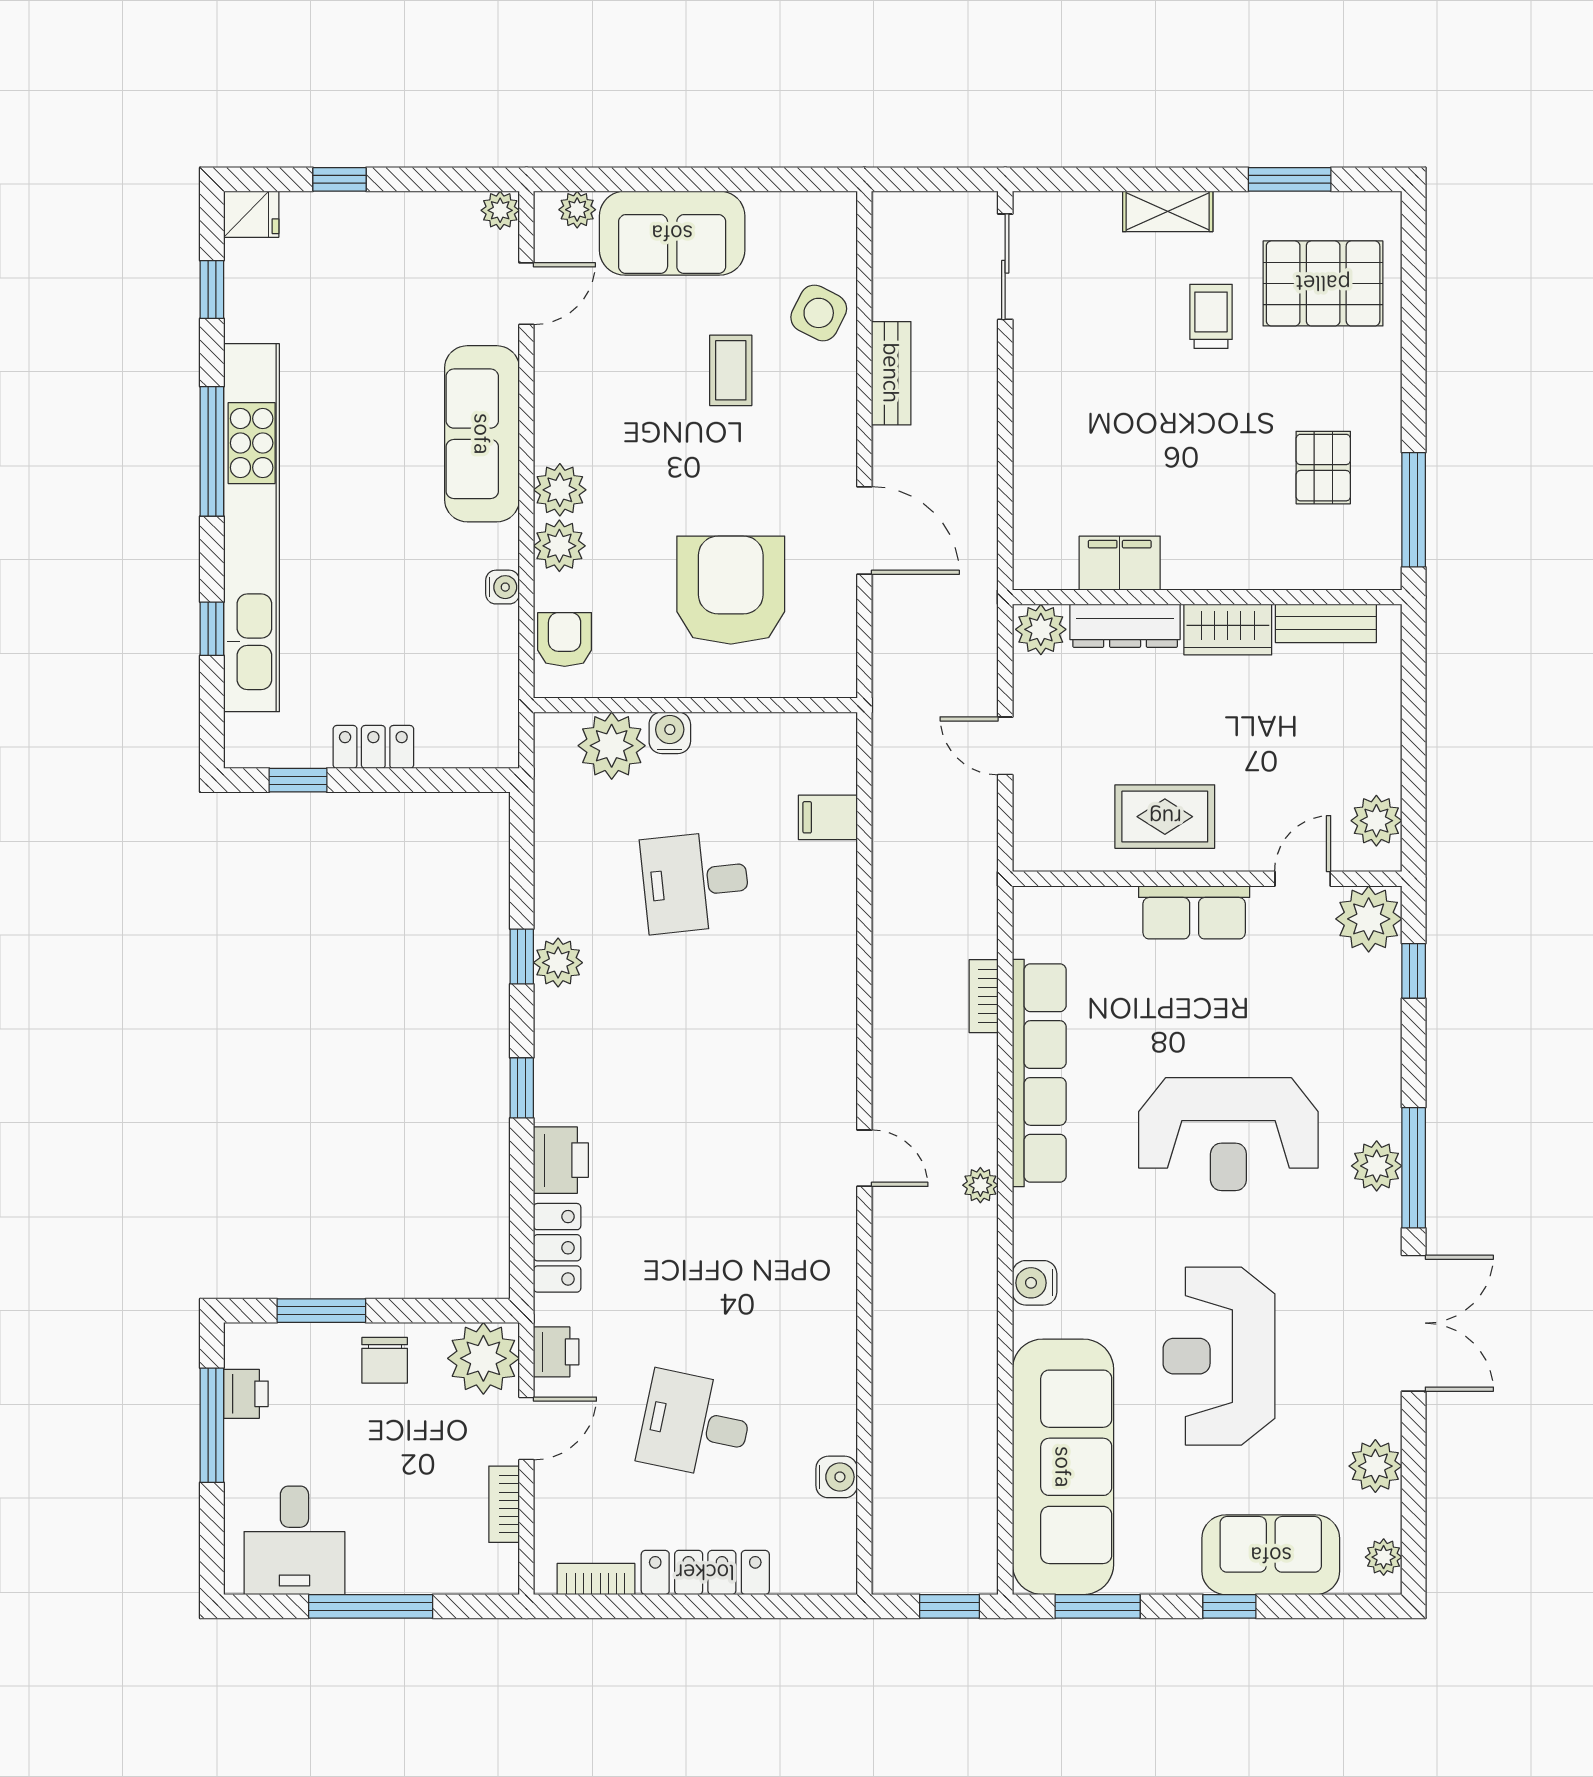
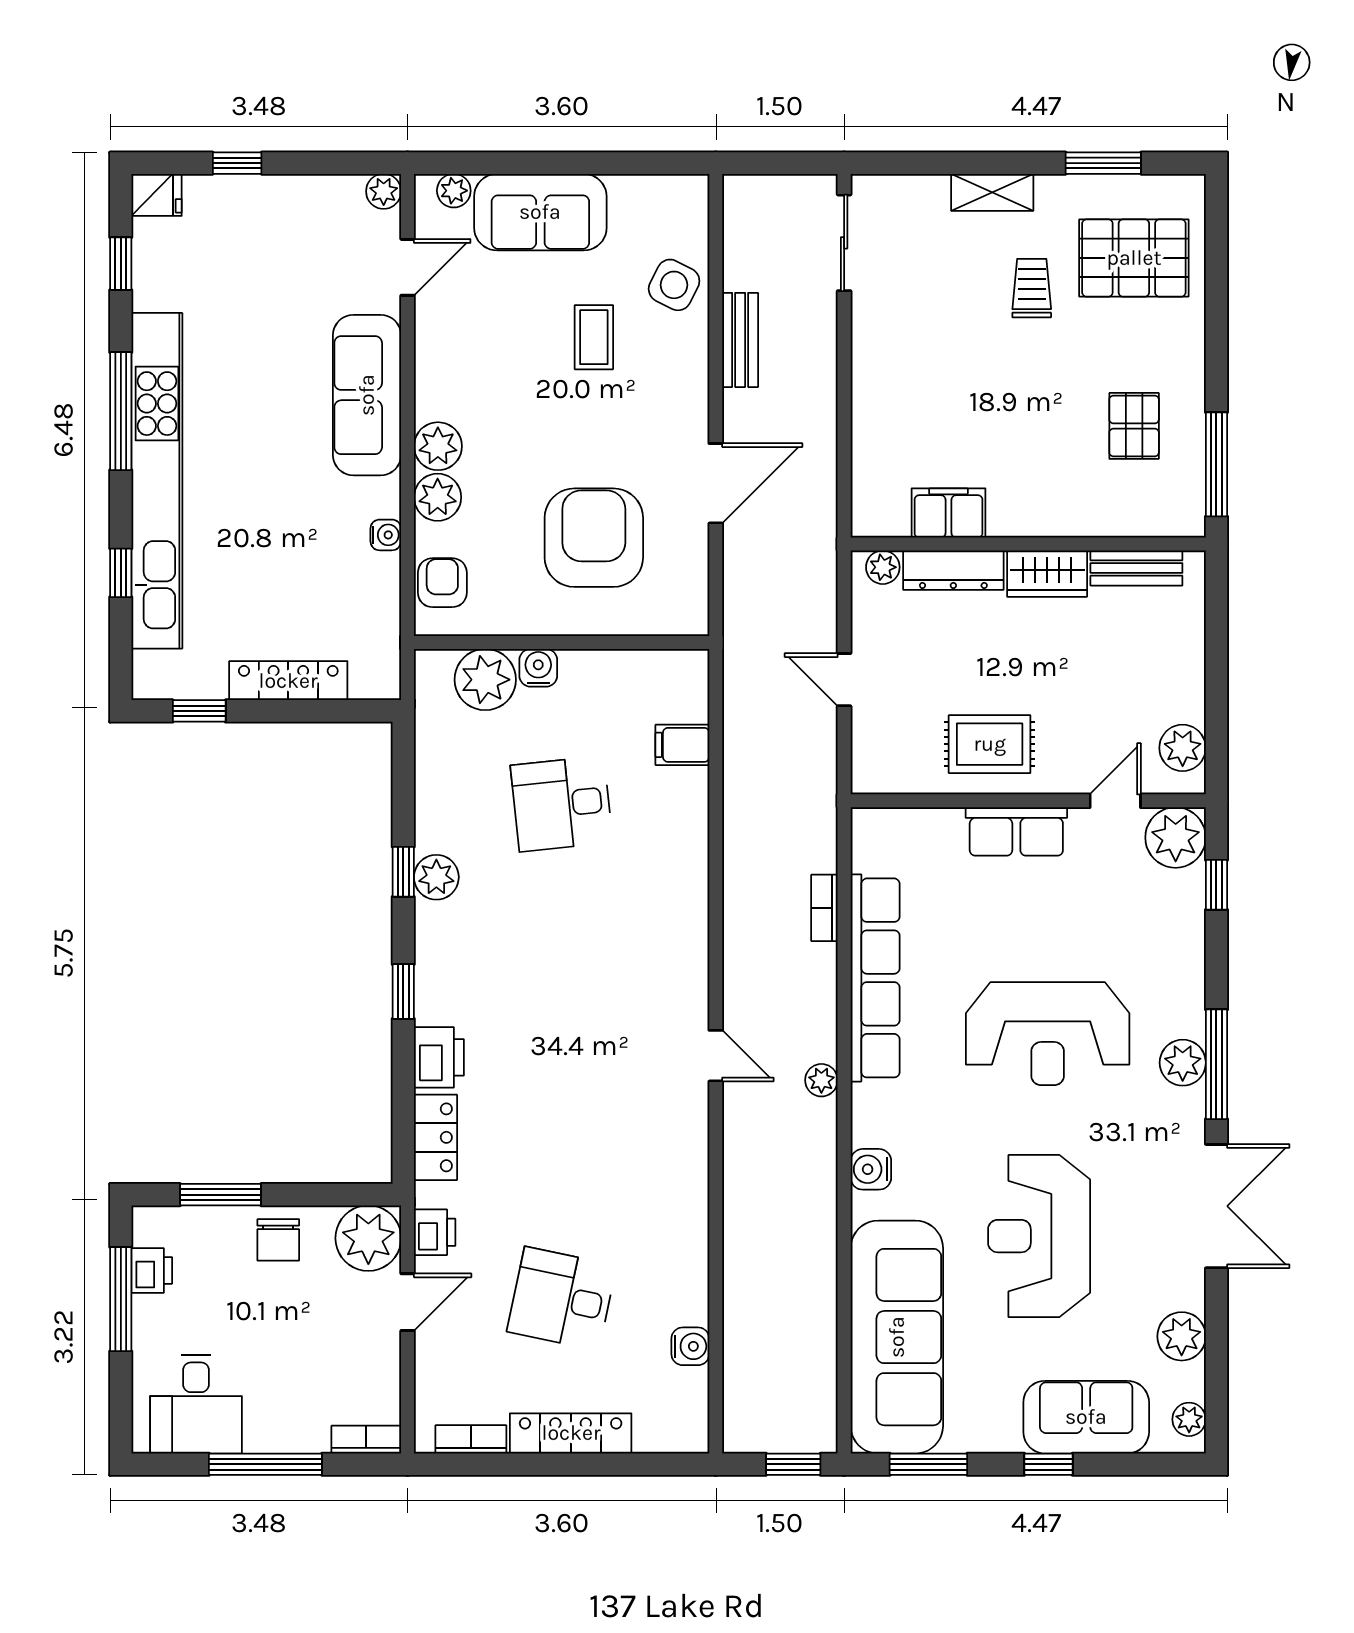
door: (864, 531) -> (716, 483), hinge flipped
plant: (1041, 629) -> (883, 567), width x0.73, depth x0.73
locker: (373, 747) -> (288, 681), width x1.53
bookcase: (504, 1504) -> (366, 1440), moved, turned 90

